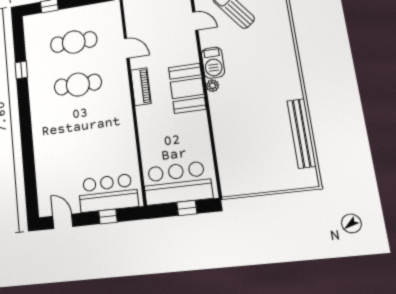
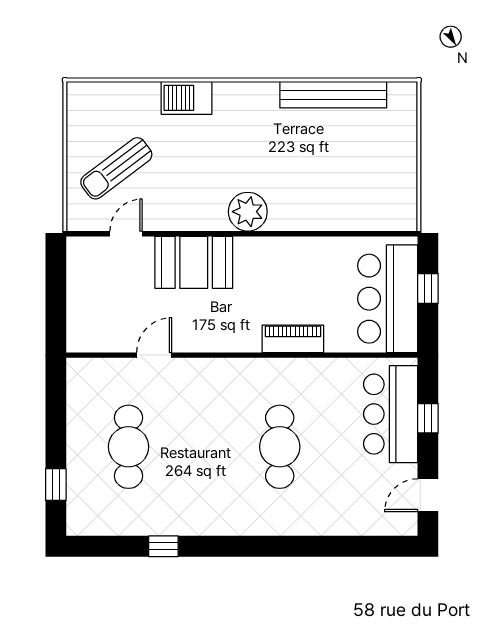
barbecue: (213, 63) -> (187, 98), moved, turned 180
cafe table: (78, 85) -> (280, 447), moved
plant: (213, 86) -> (248, 212), width x1.87, depth x1.87
piano: (141, 87) -> (293, 339), moved
booth: (187, 88) -> (194, 262), moved

